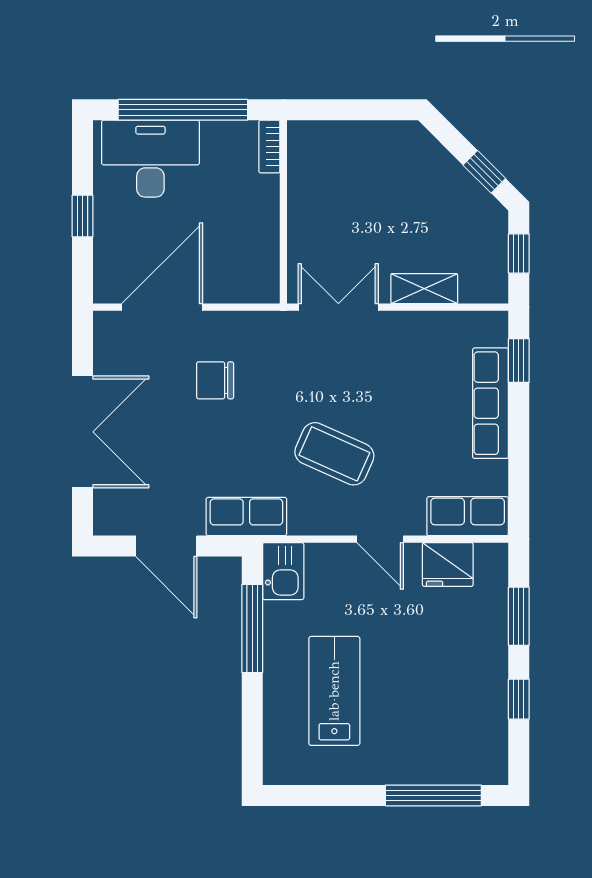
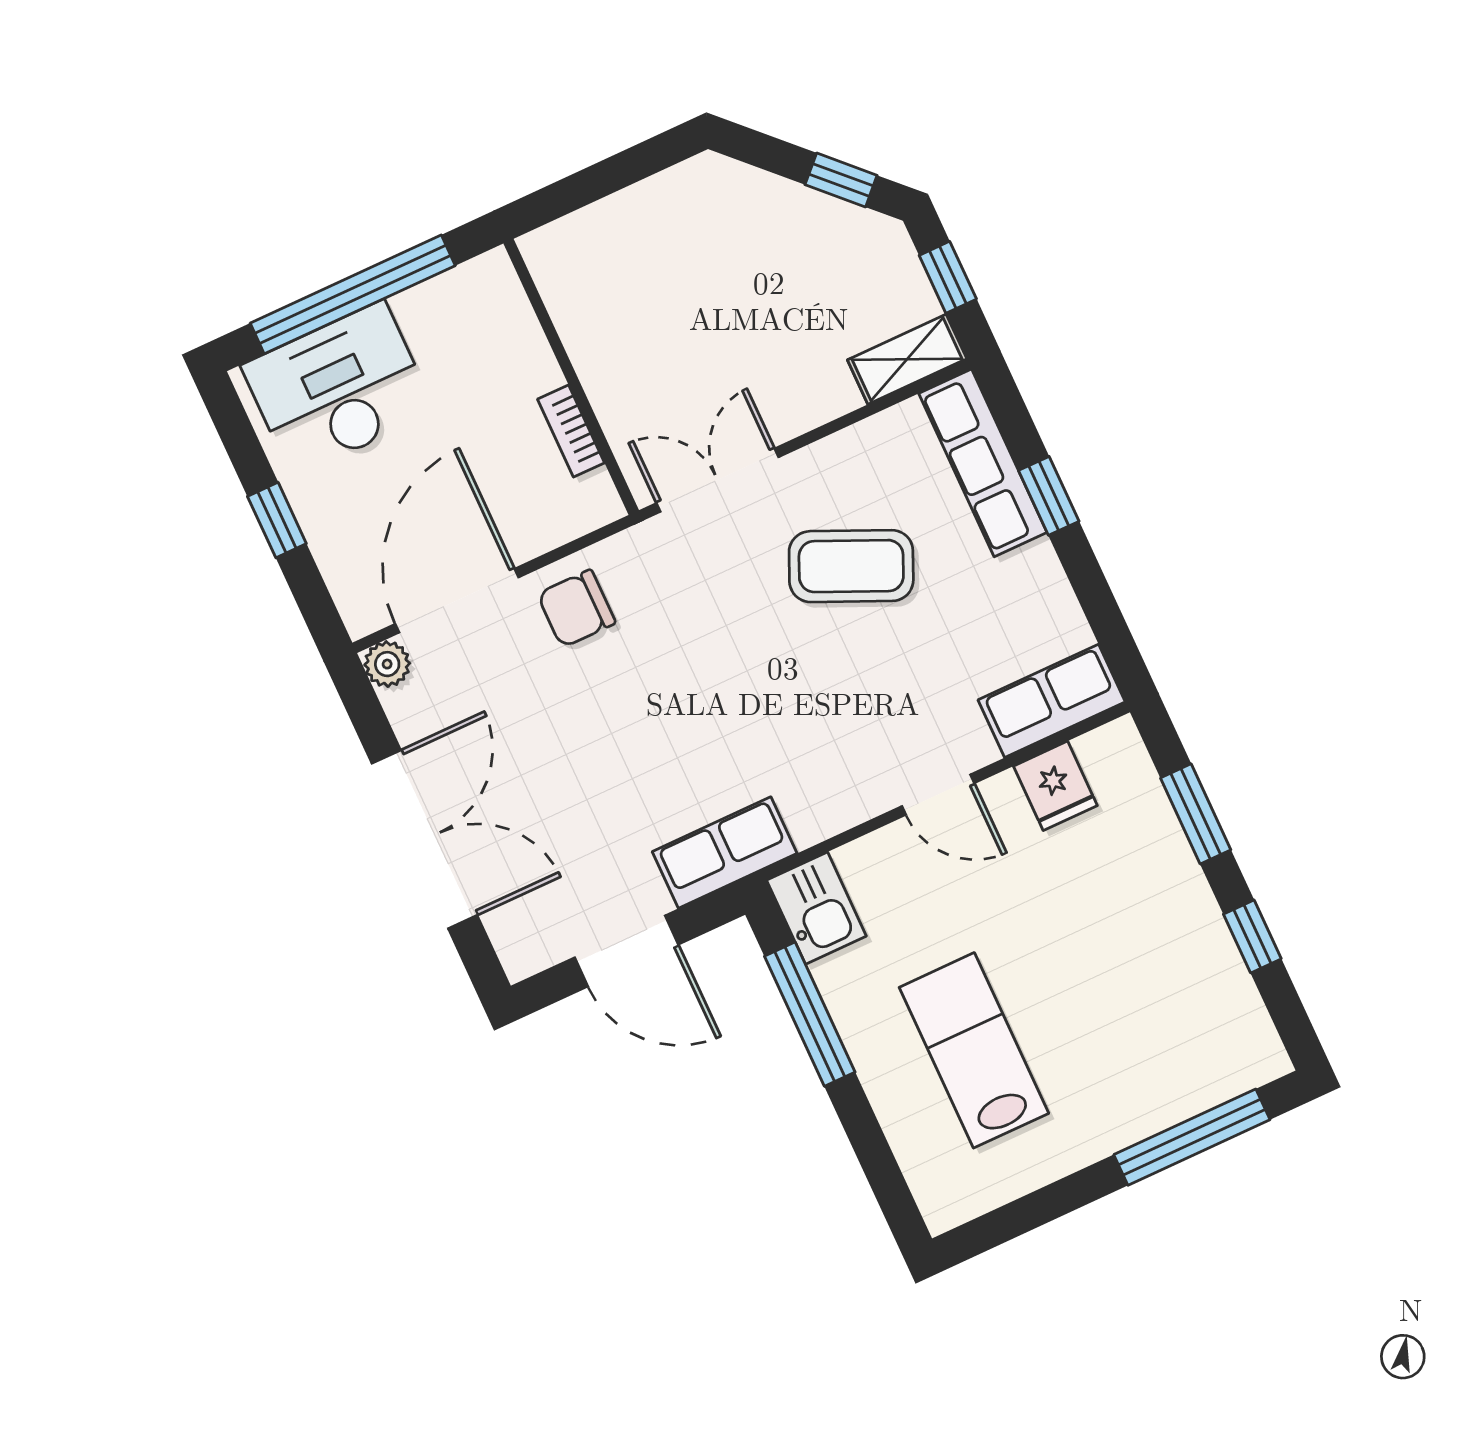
bookcase: (269, 147) -> (571, 431), moved
shelving: (424, 289) -> (907, 359), moved
plant: (107, 325) -> (387, 664), added
window: (519, 360) -> (1049, 496), moved
chair: (215, 380) -> (576, 608), moved
row of seats: (491, 403) -> (983, 463), moved
coffee table: (334, 454) -> (851, 566), moved
fridge: (448, 565) -> (1055, 786), width x0.72

